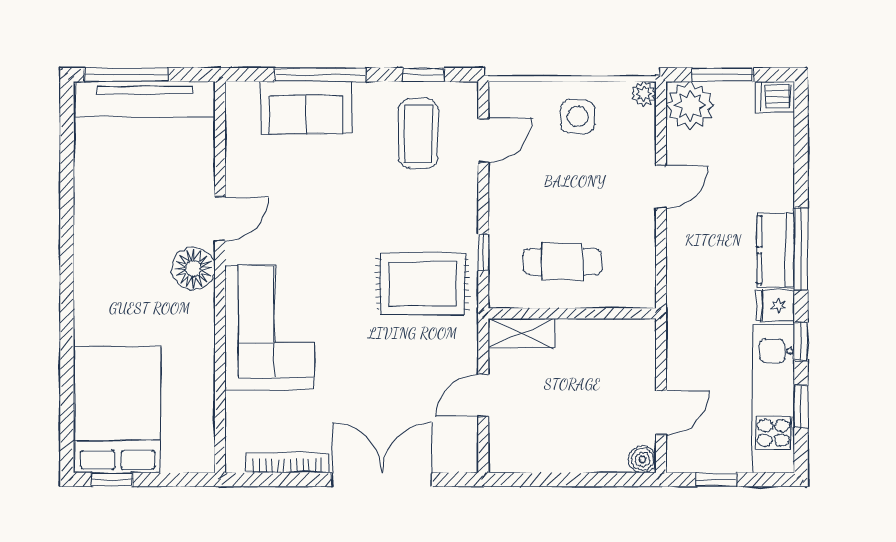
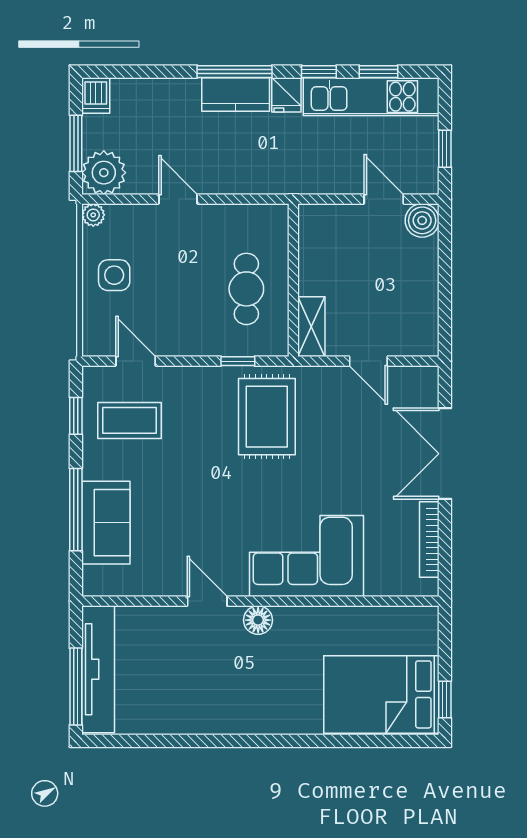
floor lamp: (193, 269) -> (258, 620), width x0.73, depth x0.73
boiler: (643, 459) -> (422, 220), width x1.36, depth x1.36

